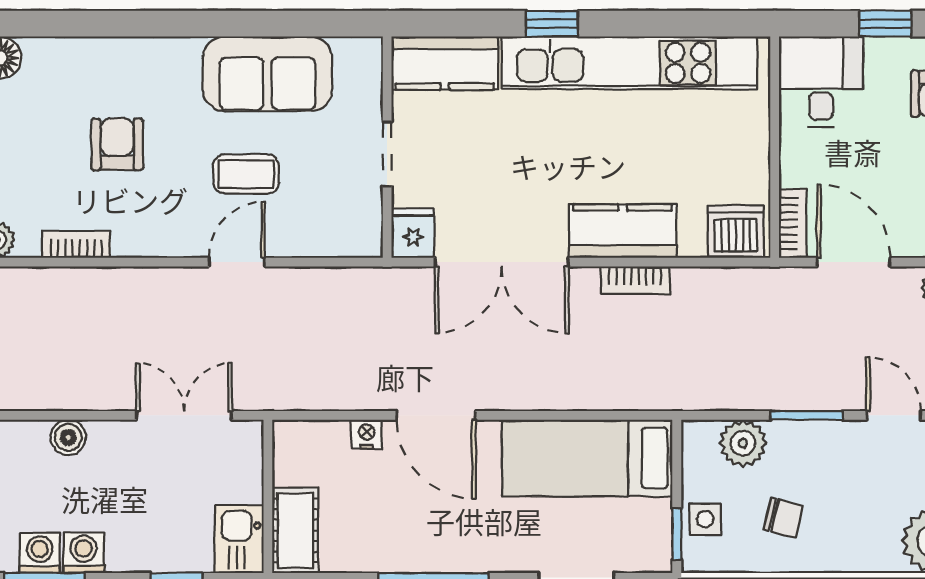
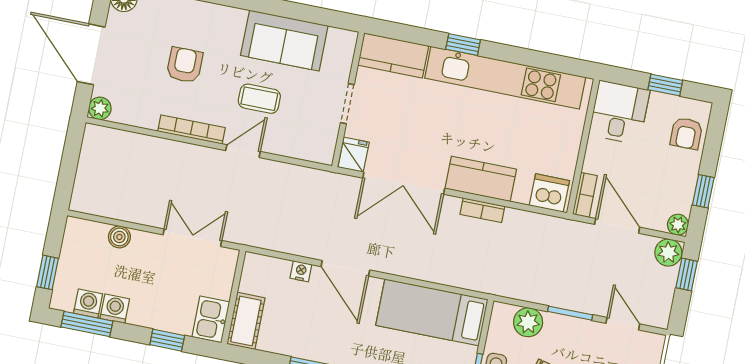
bookcase: (76, 244) -> (191, 129), moved, width x1.56

